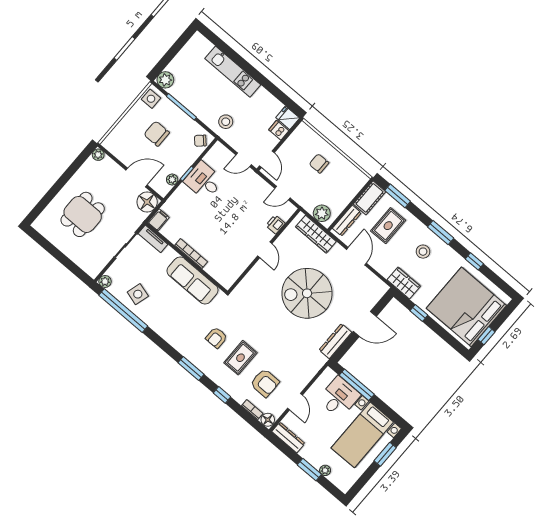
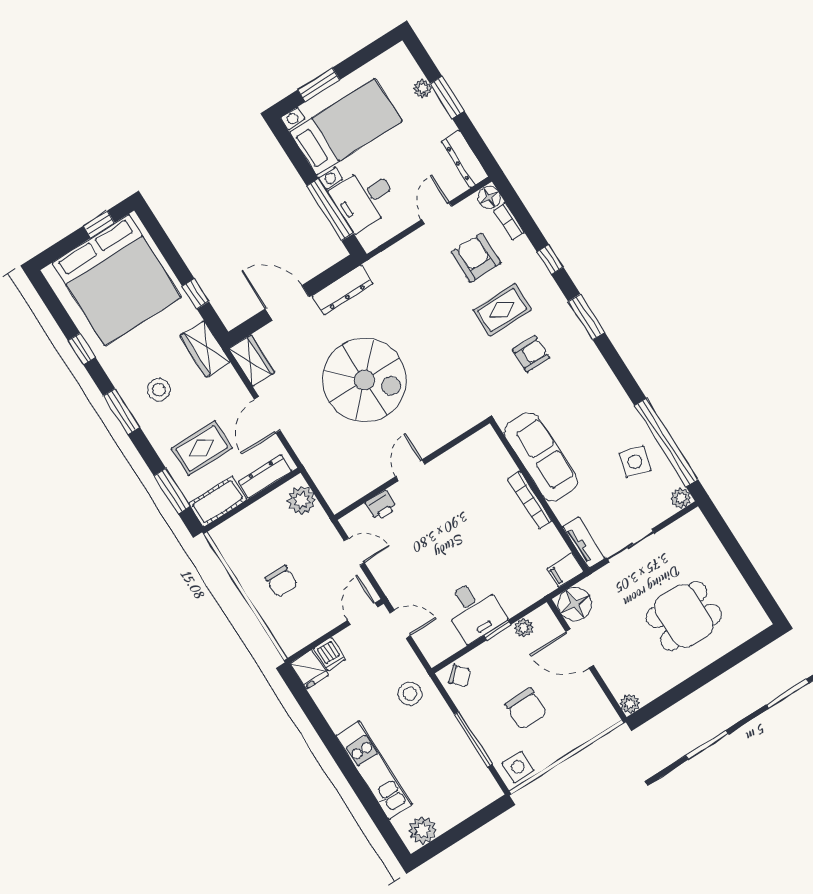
plant: (165, 80) -> (422, 830), moved
wardrobe: (316, 234) -> (252, 361), moved, width x0.67

